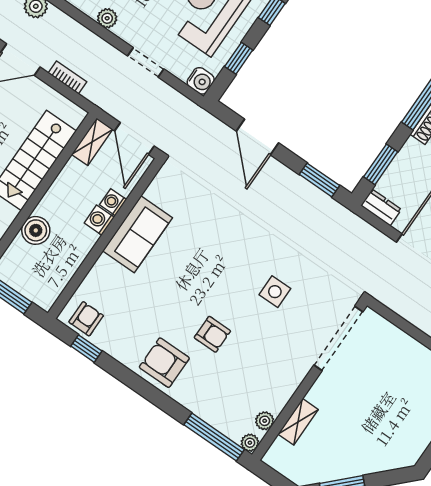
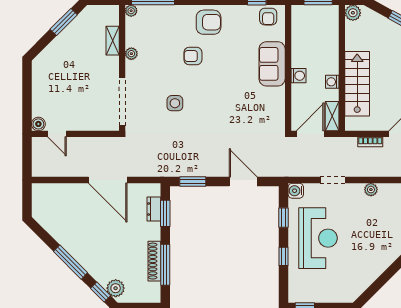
door: (134, 138) -> (310, 134), hinge flipped
washing machine: (113, 202) -> (332, 82), moved, turned 180
dresser: (381, 207) -> (154, 209), moved, turned 90
boiler: (36, 230) -> (329, 46), removed
sofa: (138, 234) -> (272, 64), moved
plant: (265, 421) -> (131, 54), moved

